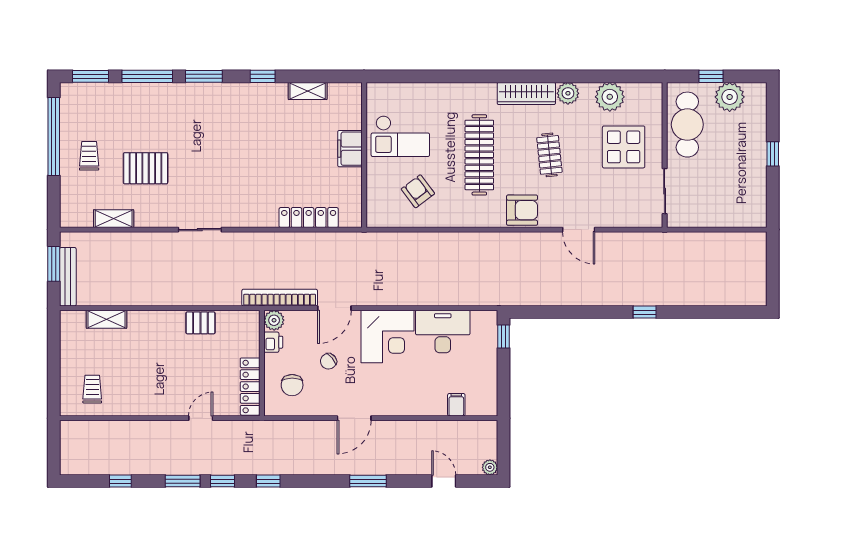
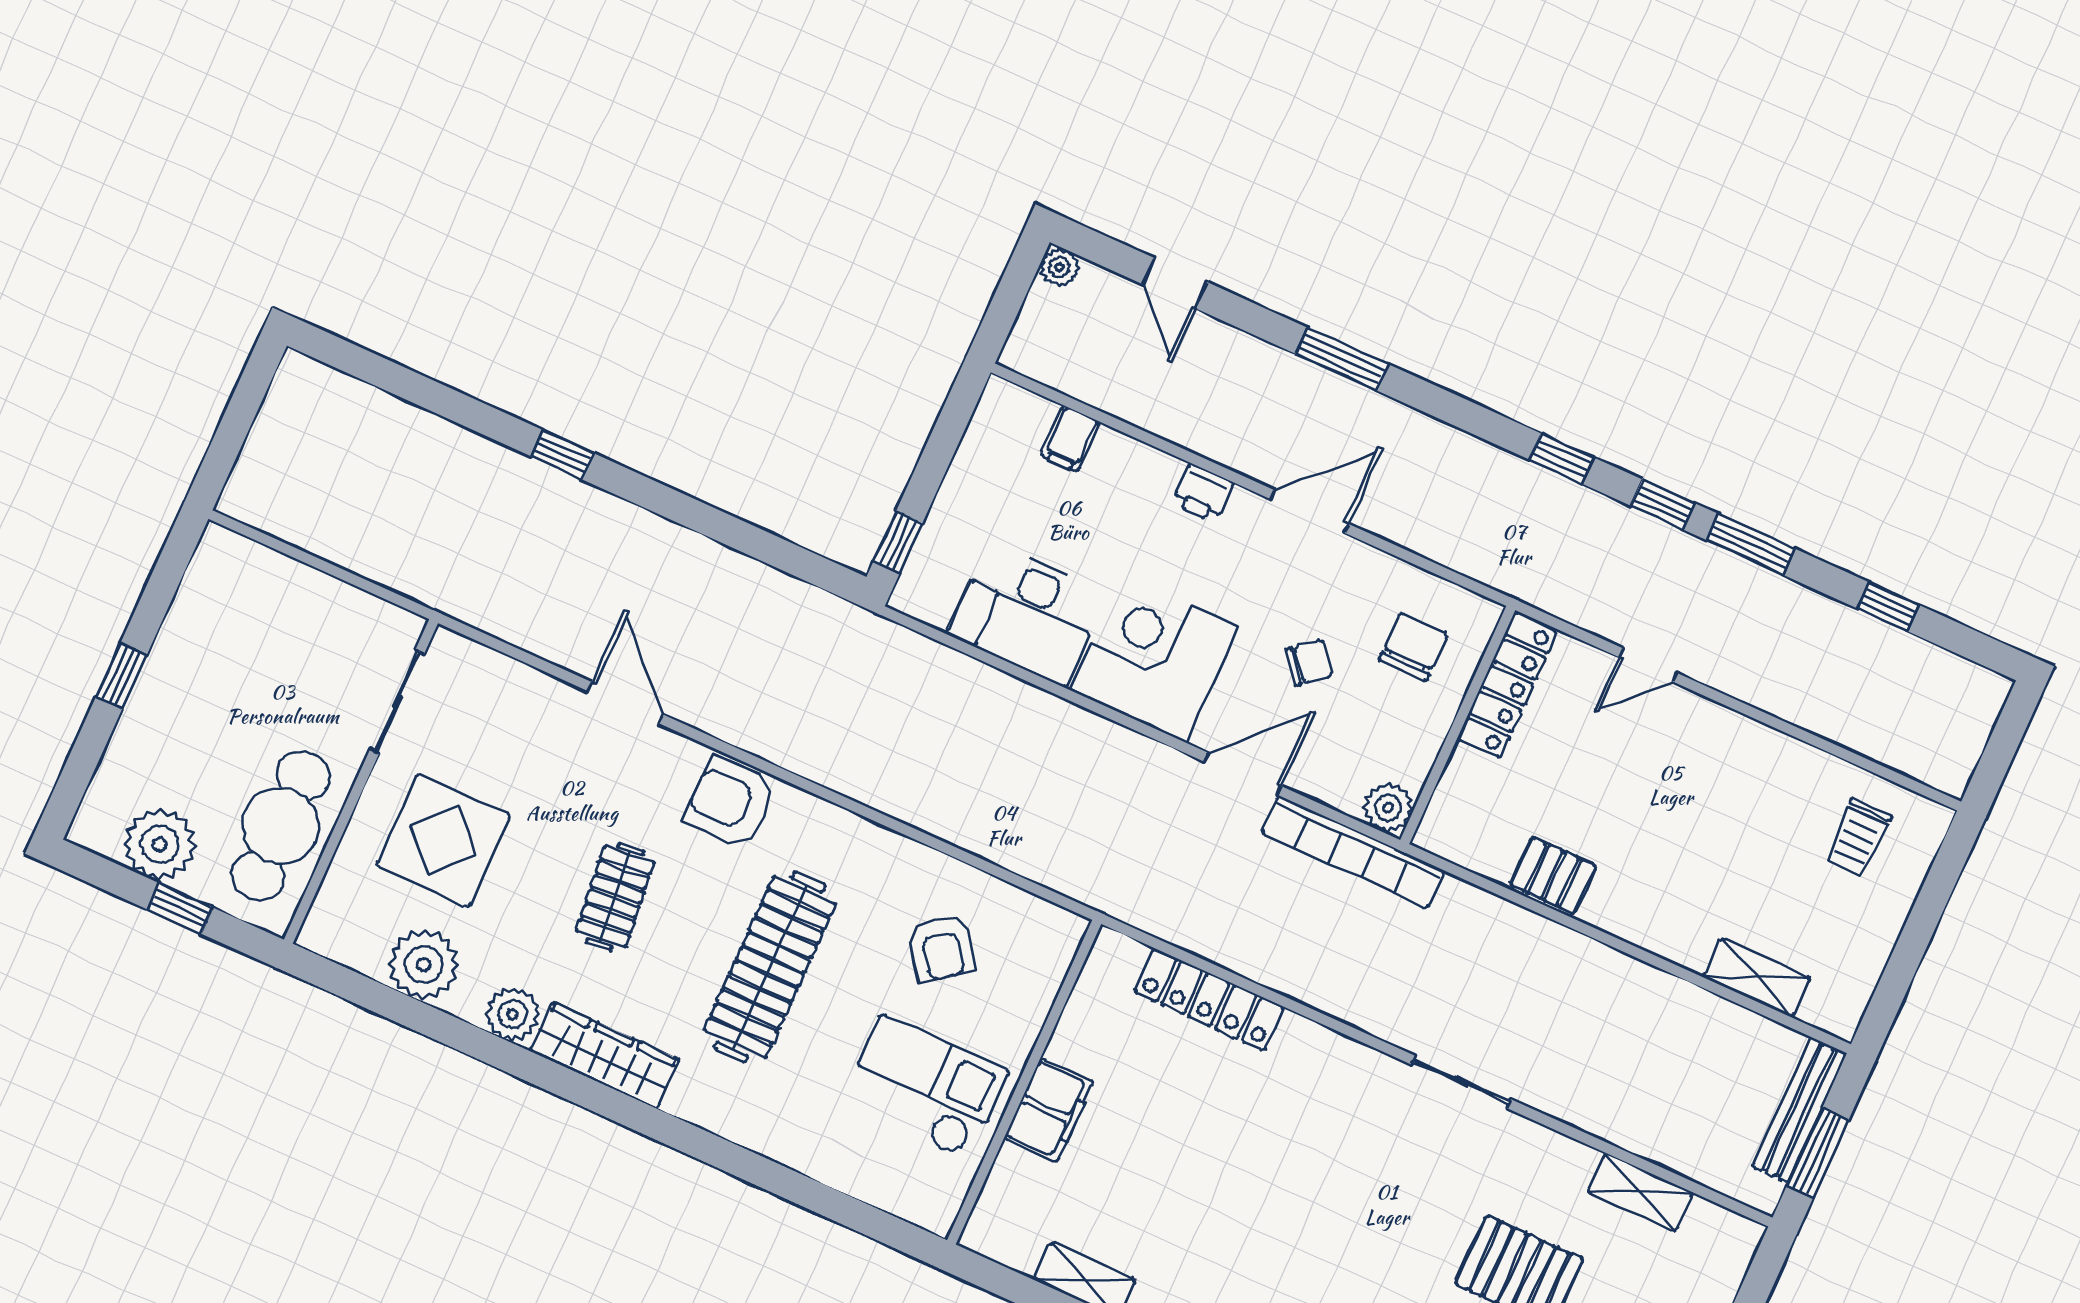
printer: (273, 342) -> (1203, 493), moved, turned -90

